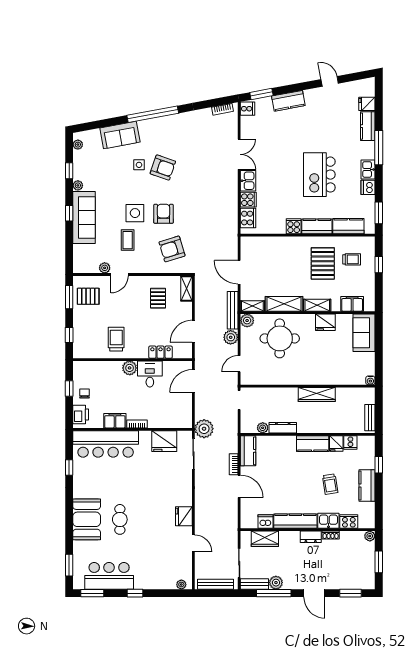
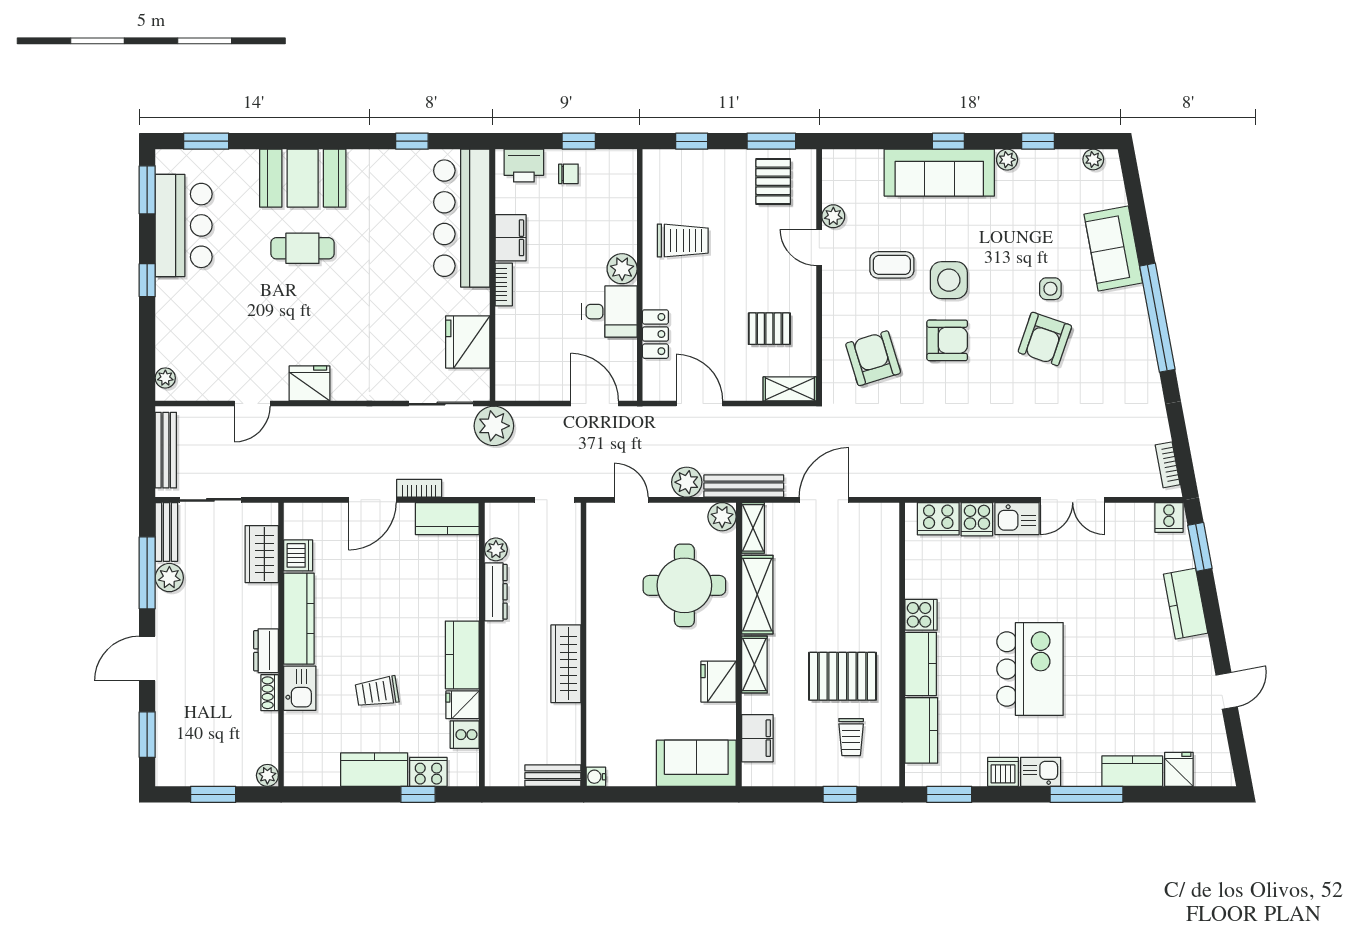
kitchen island: (319, 175) -> (1030, 669), turned 90
bench: (370, 418) -> (553, 776), moved
cooker: (349, 521) -> (428, 772), moved, turned -90

